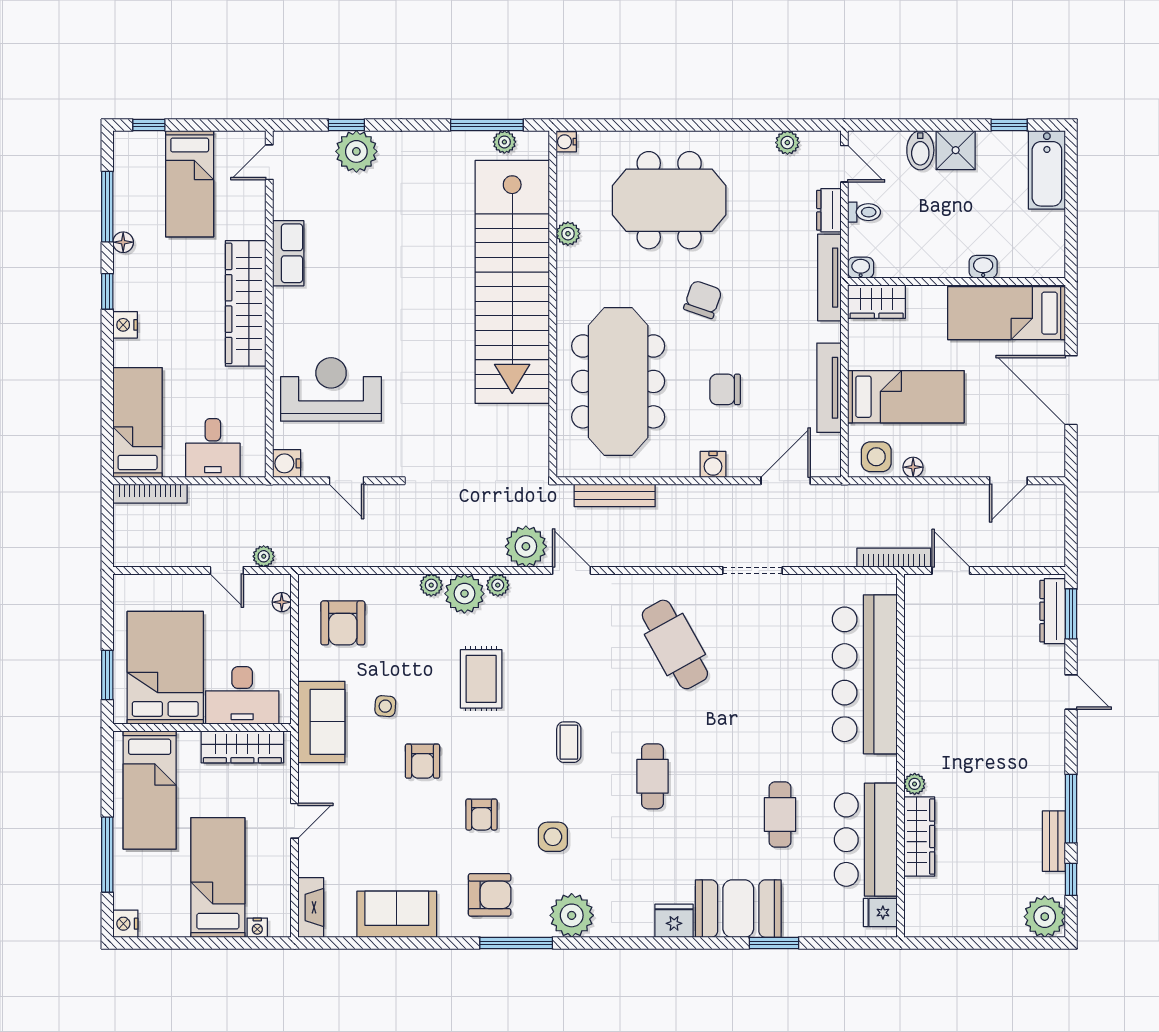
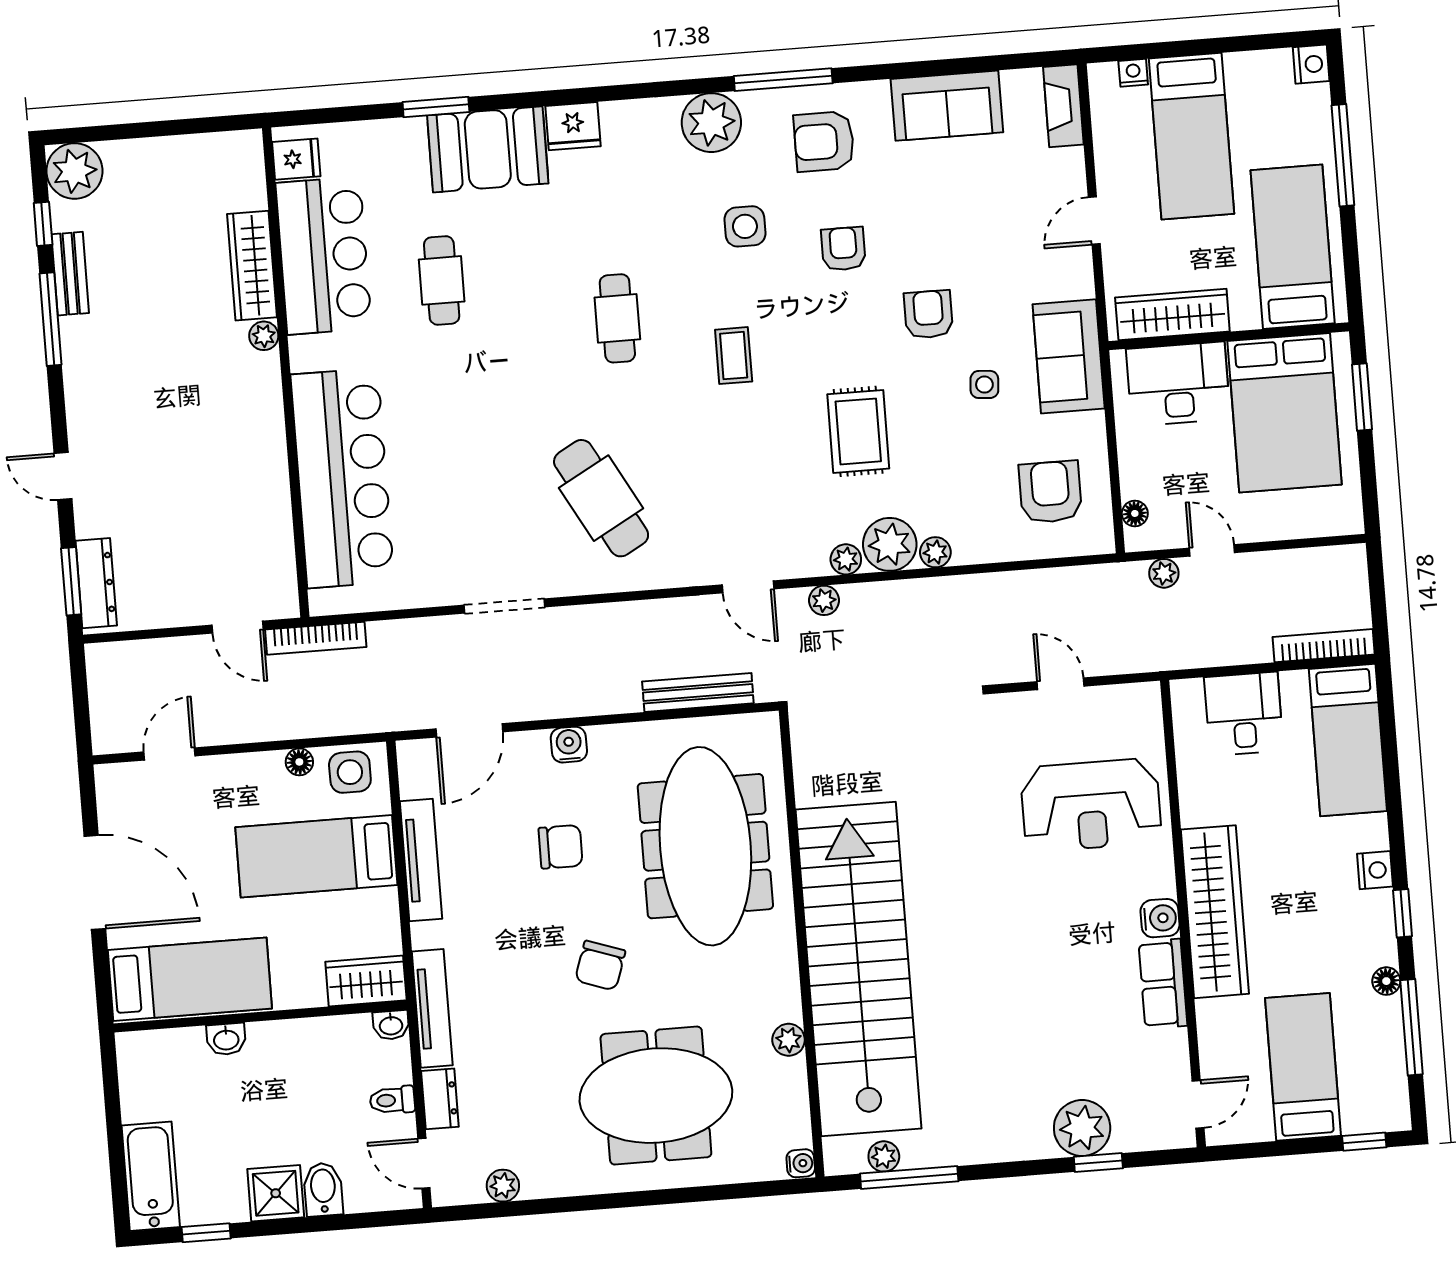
water cooler: (287, 463) -> (1160, 918), moved
plant: (526, 546) -> (824, 600), width x0.53, depth x0.53

